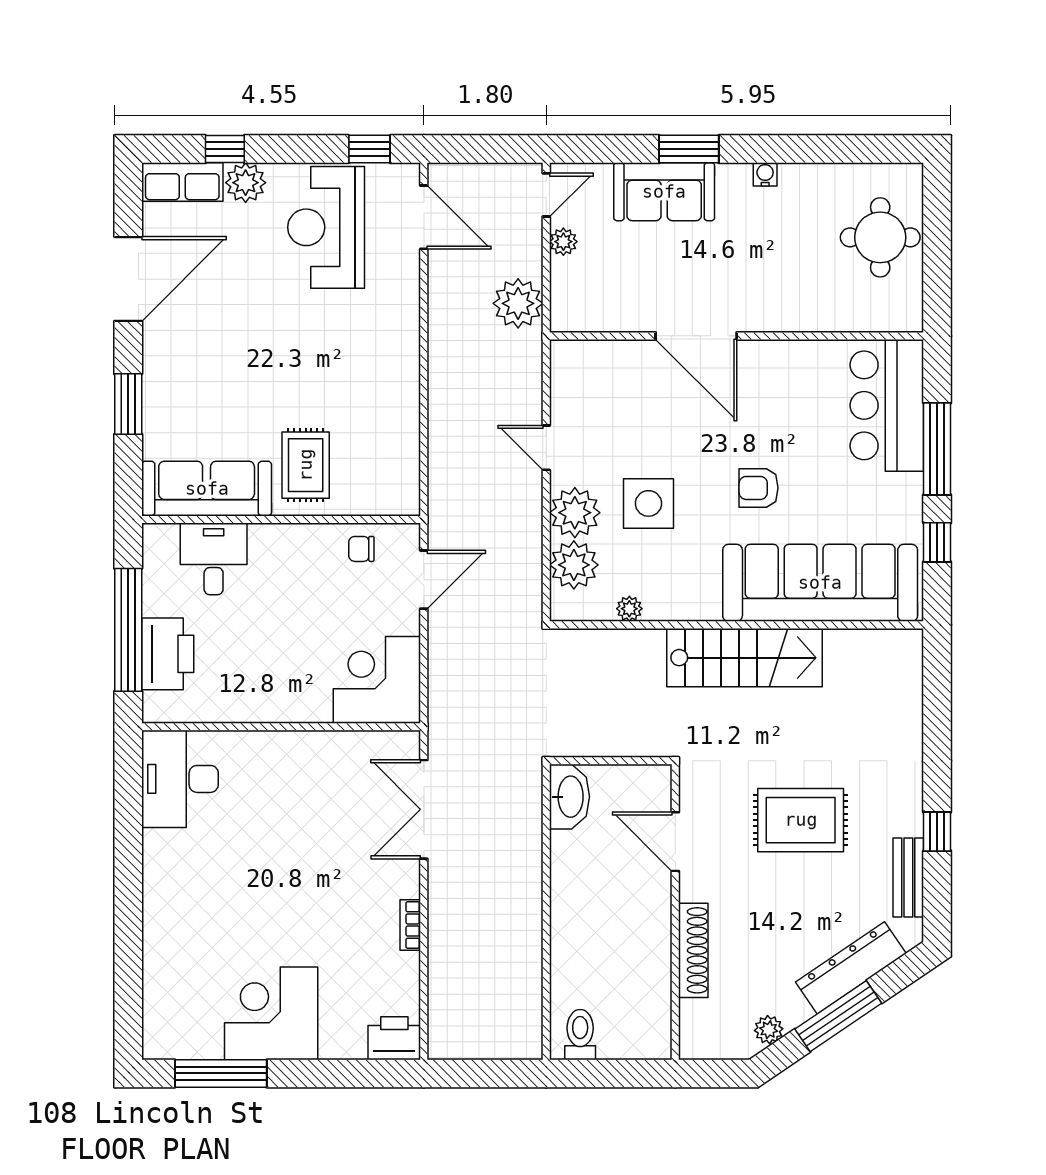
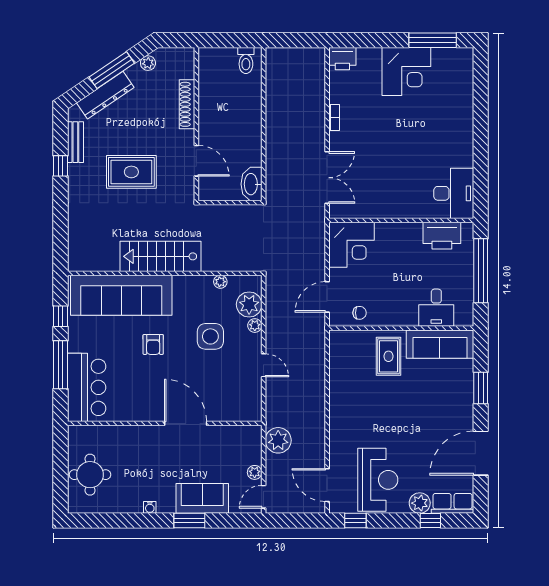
armchair: (759, 488) -> (153, 344), turned 90
plant: (575, 513) -> (255, 326), width x0.53, depth x0.53
printer: (168, 654) -> (442, 236), moved, turned -90

